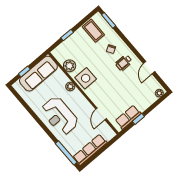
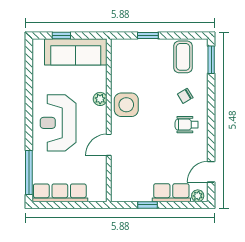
plant: (70, 66) -> (120, 74), removed
door: (149, 68) -> (211, 172), moved
door: (101, 114) -> (109, 145), moved
row of seats: (128, 117) -> (171, 193), moved

